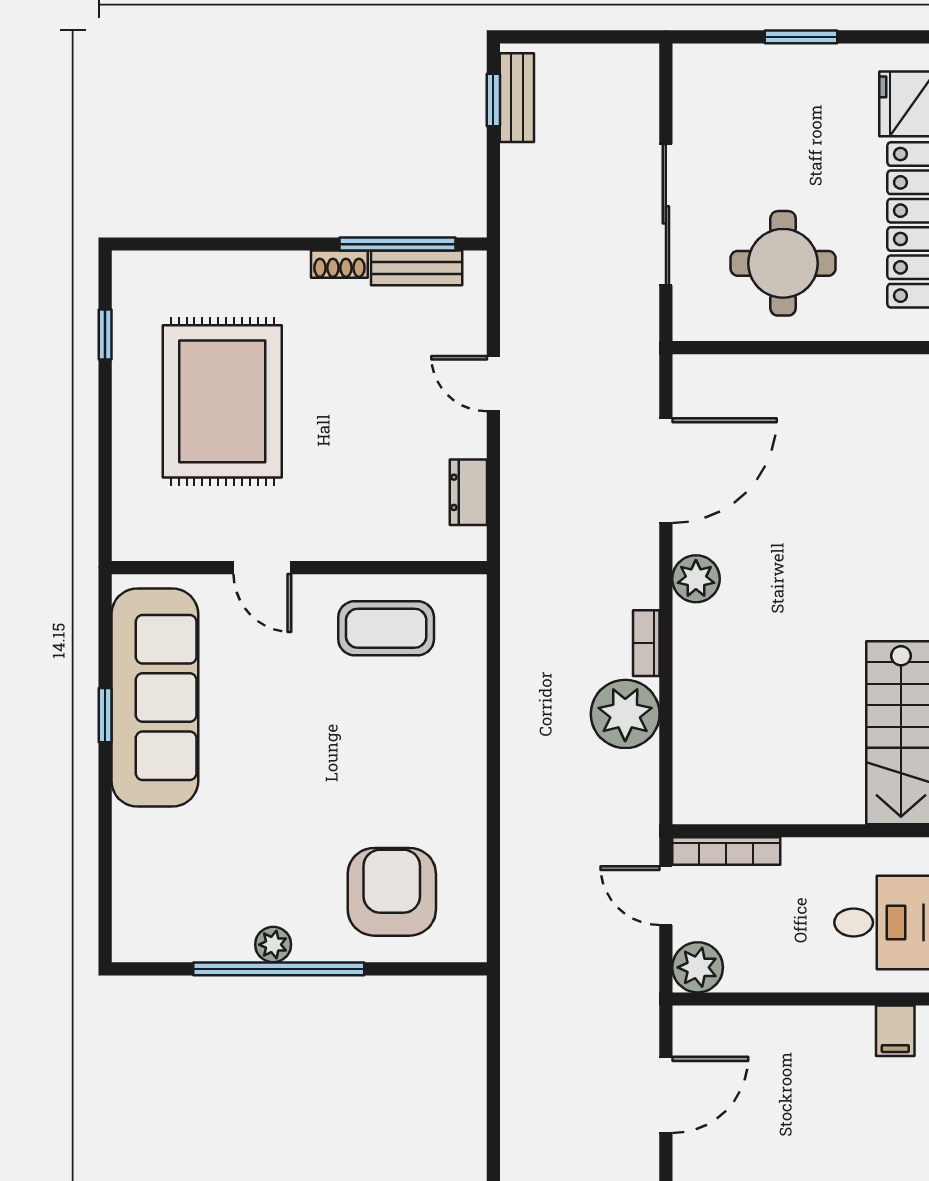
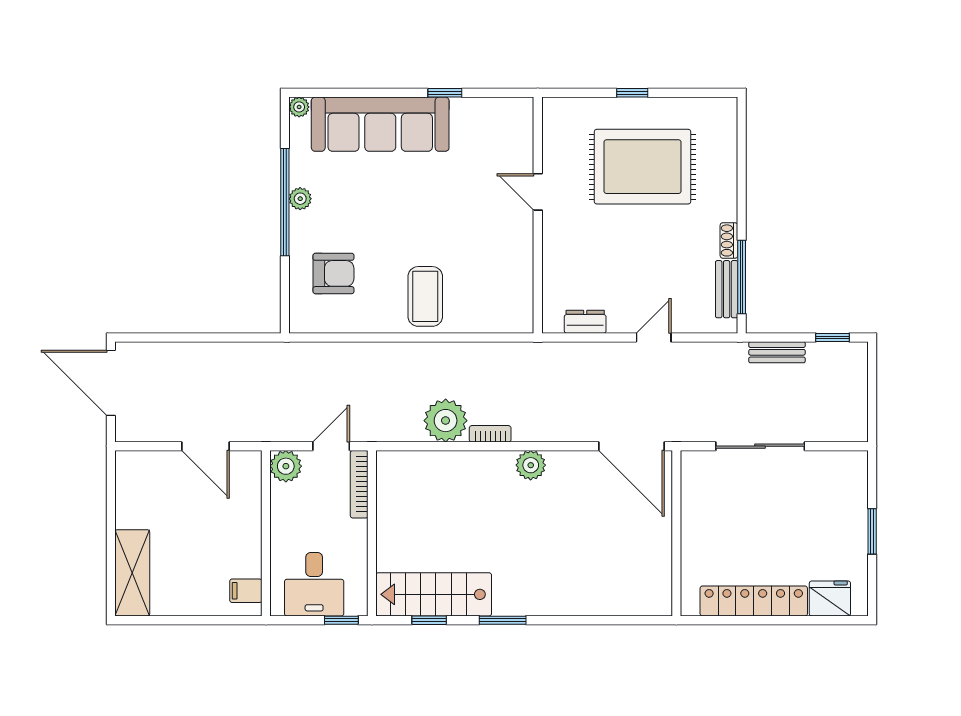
bench: (517, 98) -> (777, 352), moved
round table: (783, 263) -> (729, 520), removed
window: (105, 335) -> (632, 93), moved
door: (666, 471) -> (632, 446), moved
door: (262, 568) -> (538, 192), hinge flipped
coffee table: (386, 628) -> (425, 296), moved
sofa: (155, 697) -> (380, 124), moved
armchair: (392, 892) -> (333, 273), width x0.73, depth x0.73
plant: (128, 946) -> (299, 107), added

